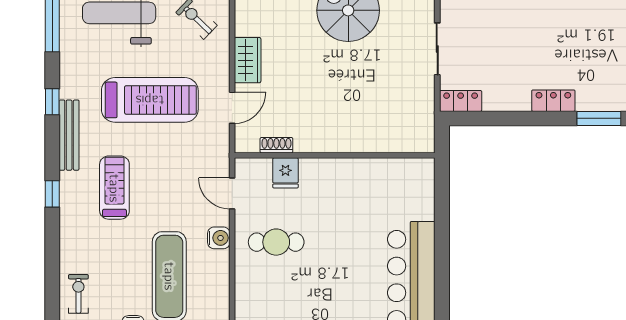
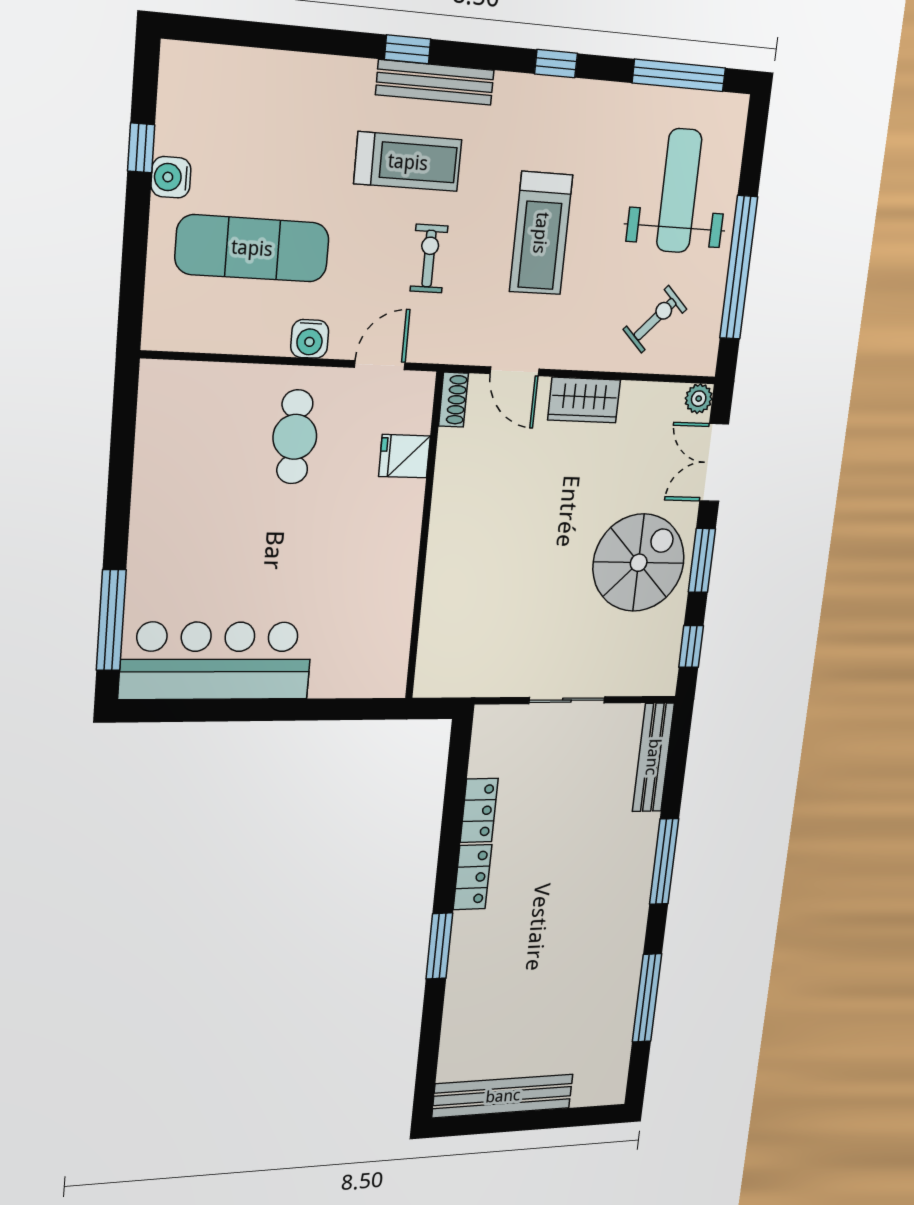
treadmill: (150, 100) -> (541, 233), width x0.73, depth x0.73
locker: (461, 101) -> (479, 810), moved
bench: (69, 135) -> (435, 82), moved
shoe rack: (276, 145) -> (453, 400), moved
exercise bike: (78, 294) -> (429, 259), moved, turned -90

